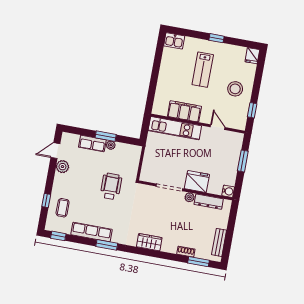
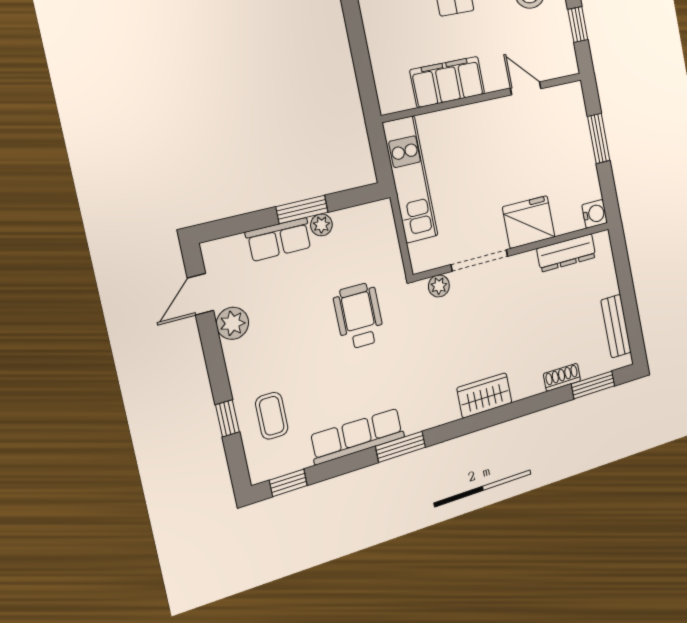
kitchen unit: (175, 128) -> (410, 179), moved, turned -90
plant: (190, 197) -> (439, 286), moved

